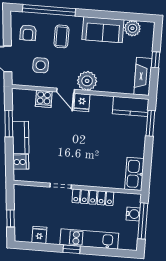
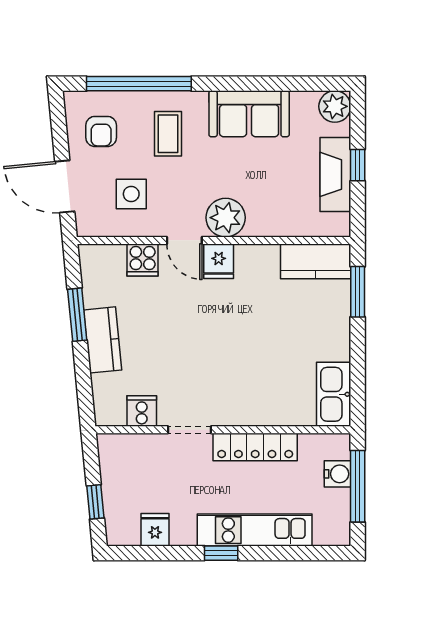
plant: (132, 28) -> (335, 106), moved
fireplace: (143, 76) -> (335, 174), moved
cooker: (21, 162) -> (142, 411), moved, turned -84

